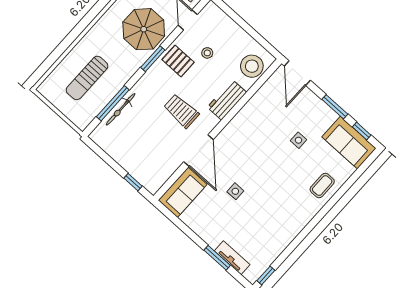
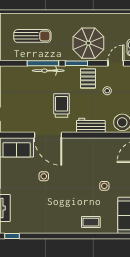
sun lounger: (87, 78) -> (32, 36), turned 180
window: (113, 103) -> (43, 63), moved
bicycle: (121, 109) -> (48, 71), moved
door: (198, 151) -> (48, 135), hinge flipped

